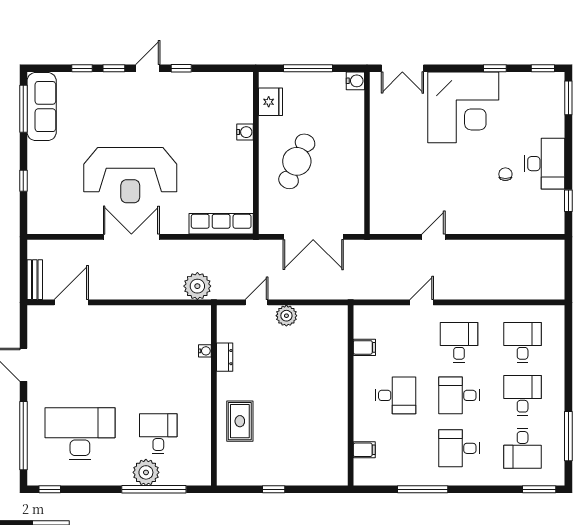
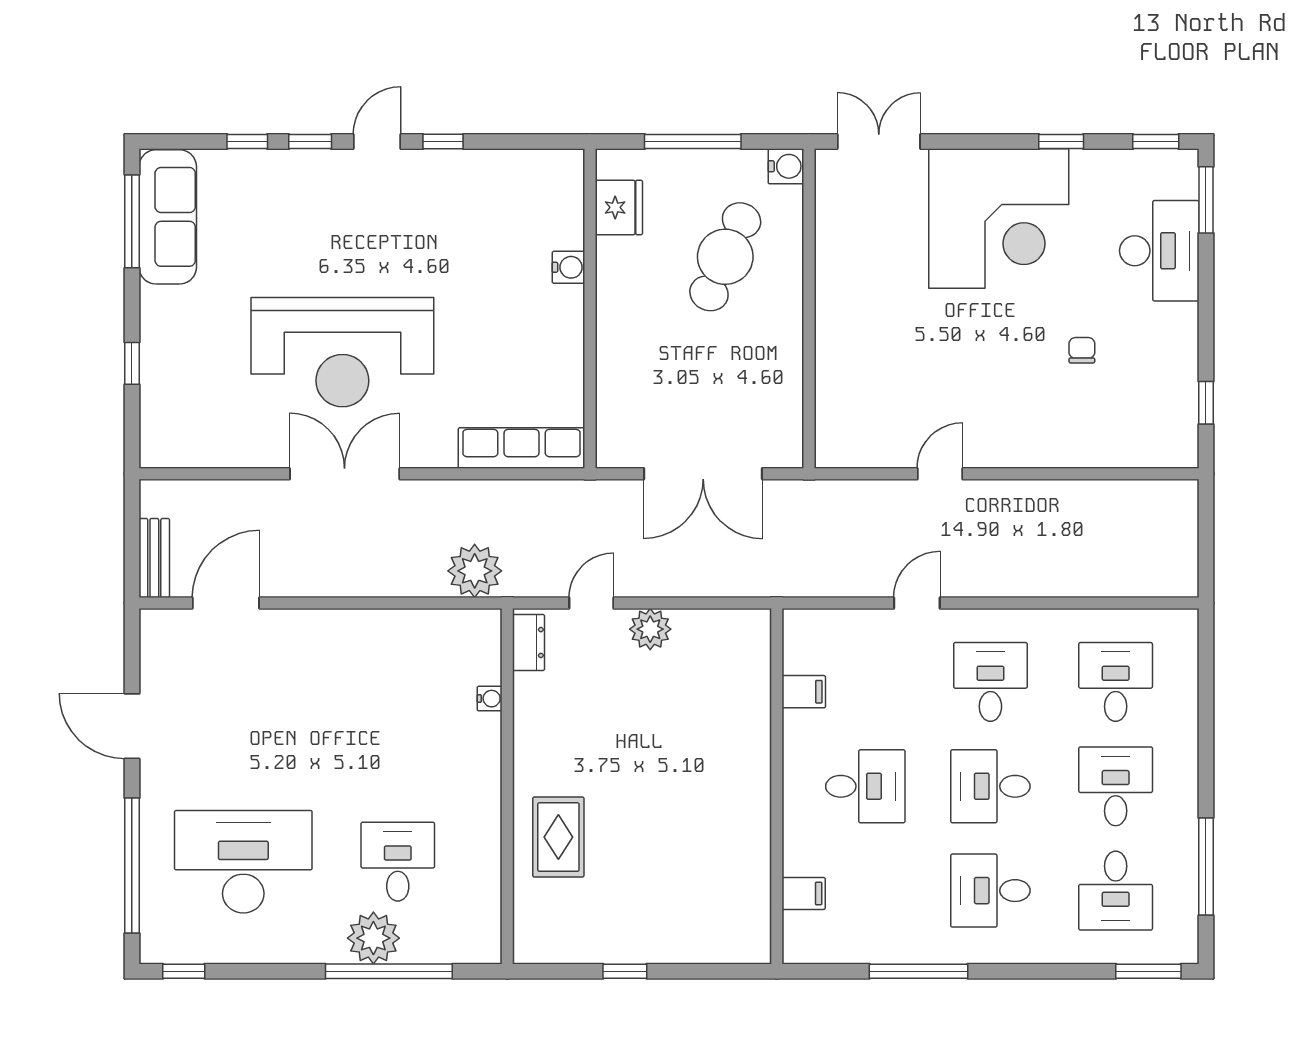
double door: (402, 68) -> (879, 141), swing flipped
cafe table: (297, 161) -> (725, 257), moved
desk: (545, 164) -> (1159, 251), moved
dresser: (225, 357) -> (529, 643), moved

